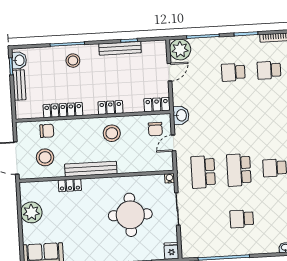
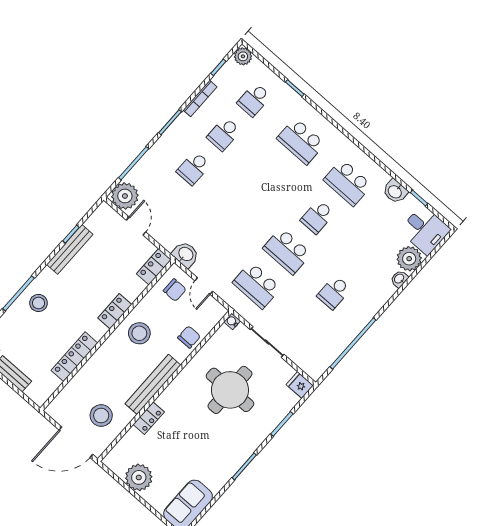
chair: (47, 131) -> (189, 337), moved

